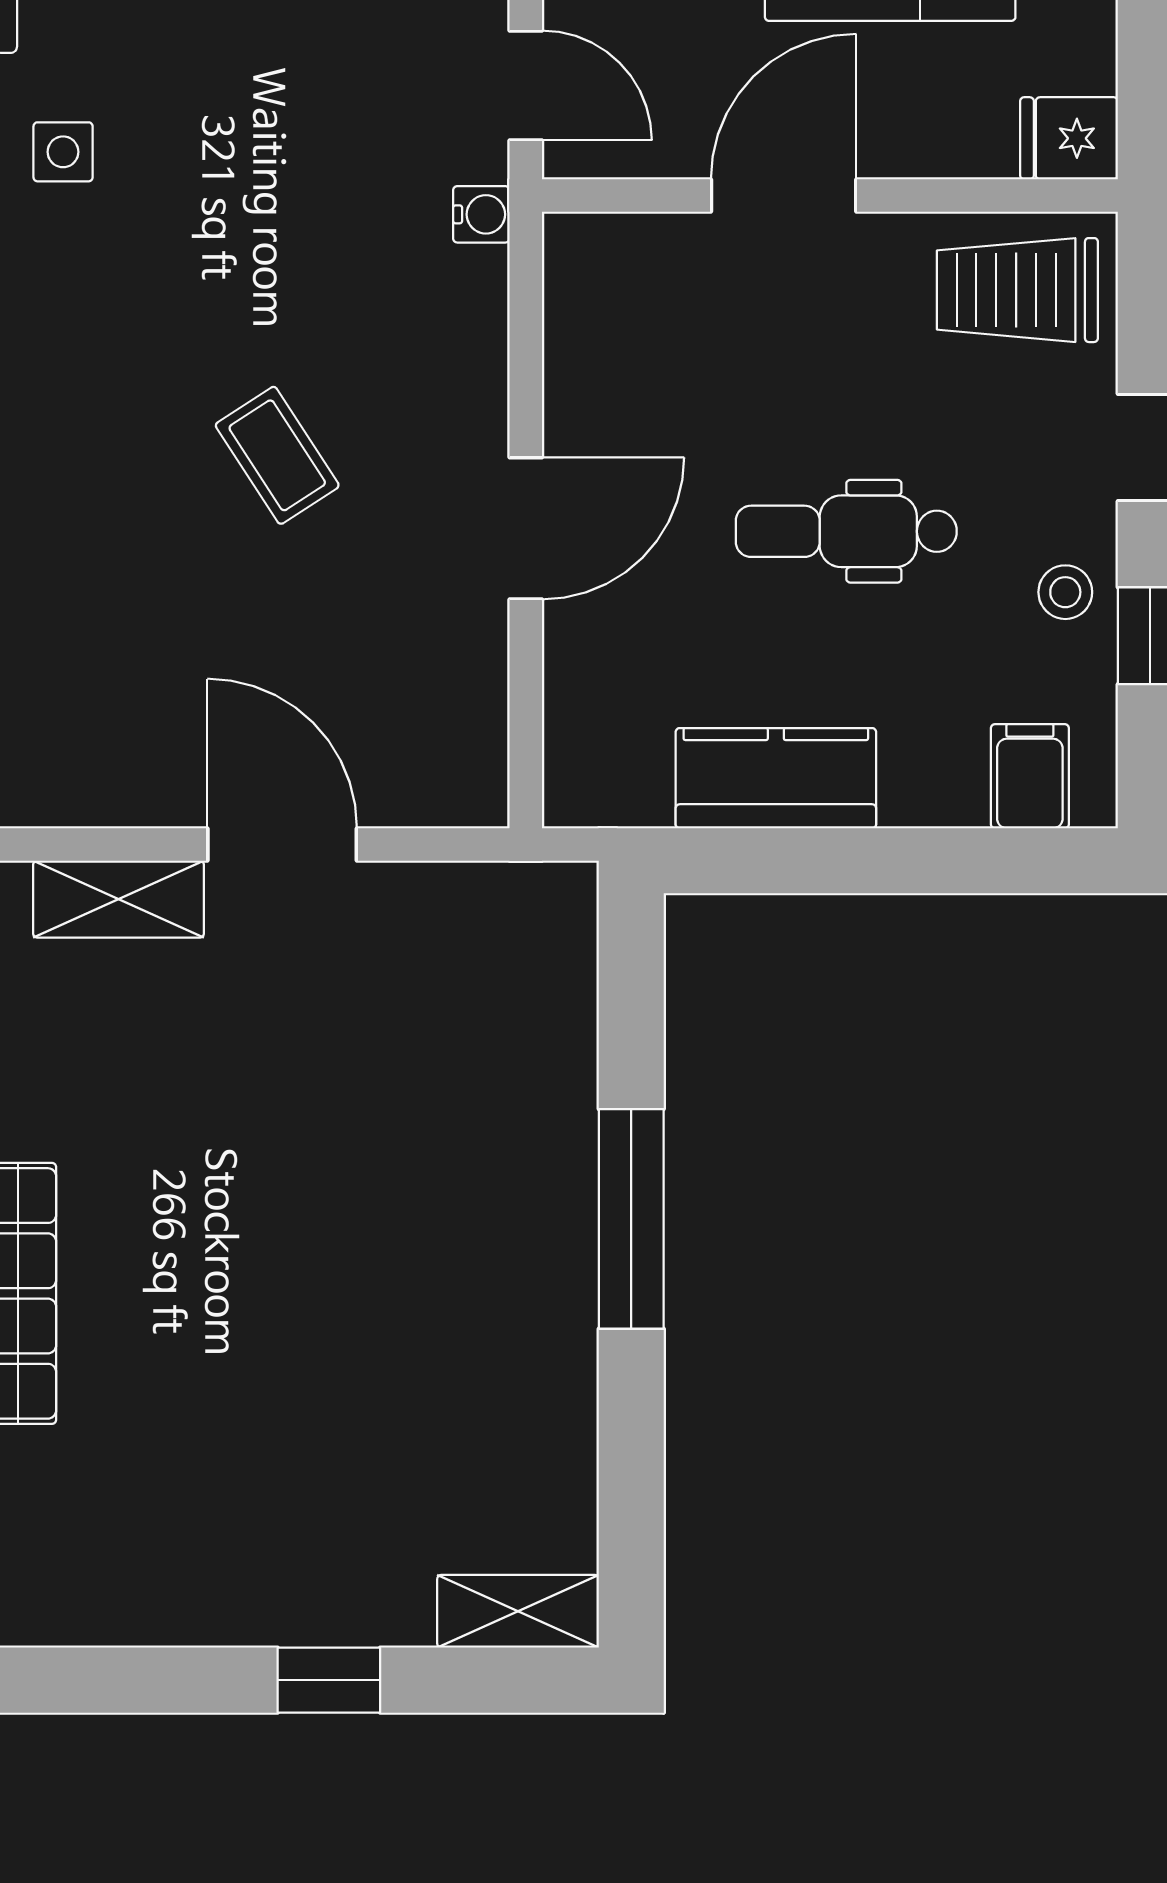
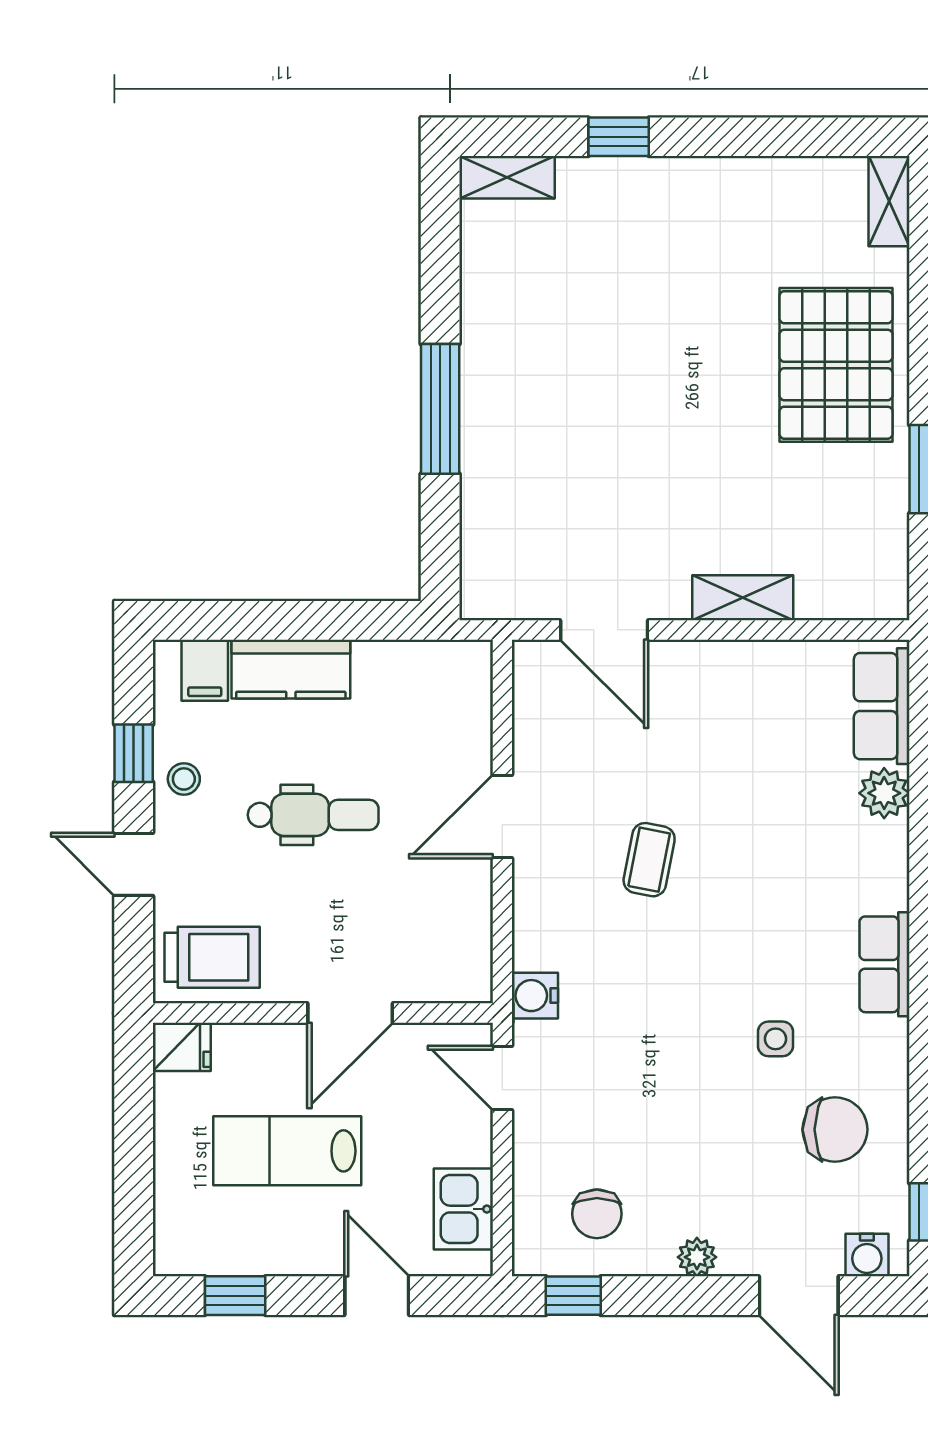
water cooler: (481, 214) -> (535, 996), width x1.38, depth x1.38
coffee table: (277, 455) -> (649, 860), turned 44
kitchen counter: (776, 778) -> (291, 669), moved
door: (282, 845) -> (604, 630), moved

